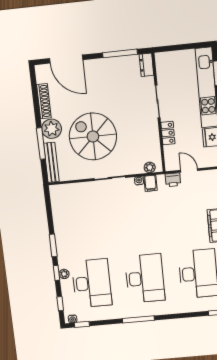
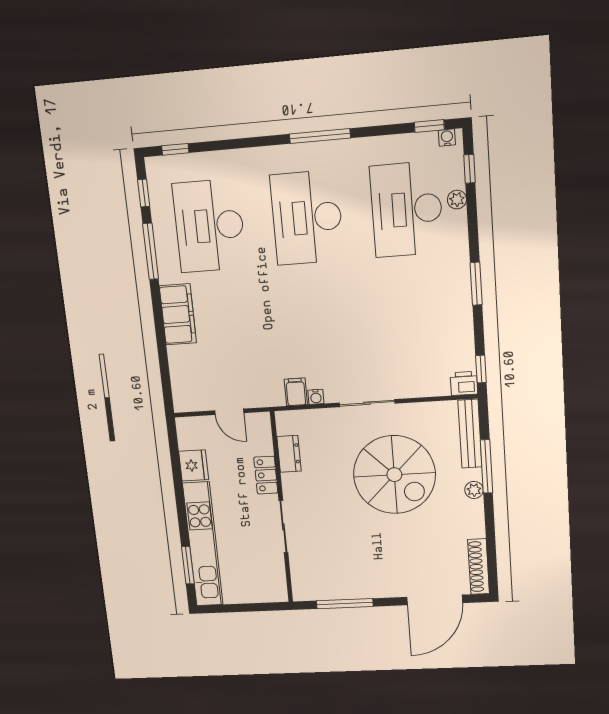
door: (66, 59) -> (435, 600), swing flipped
dresser: (146, 65) -> (289, 454), moved
shoe rack: (44, 101) -> (479, 567), moved
plant: (52, 129) -> (474, 490), width x0.53, depth x0.53
plant: (150, 167) -> (297, 419), removed
printer: (173, 180) -> (464, 383), moved
window: (56, 273) -> (481, 369), moved
plant: (64, 274) -> (457, 200), moved

